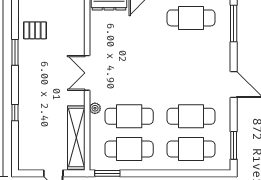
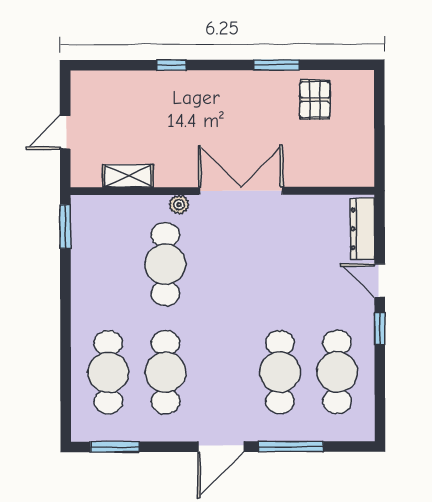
window: (234, 23) -> (291, 447), moved
double door: (87, 73) -> (241, 191), width x1.37
shelving: (76, 138) -> (128, 176), width x0.45, depth x0.75
cafe table: (129, 149) -> (280, 372), moved

